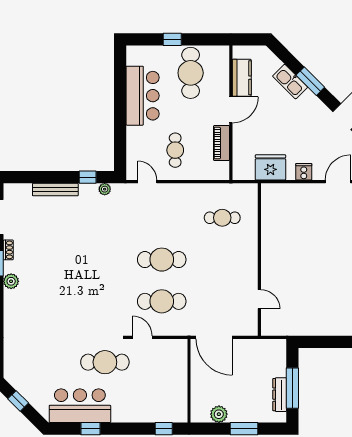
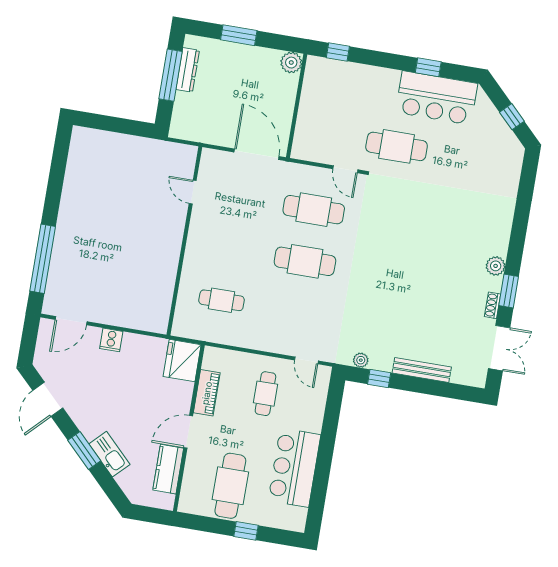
fridge: (270, 167) -> (182, 361), moved, turned 90
plant: (219, 414) -> (291, 63), moved

